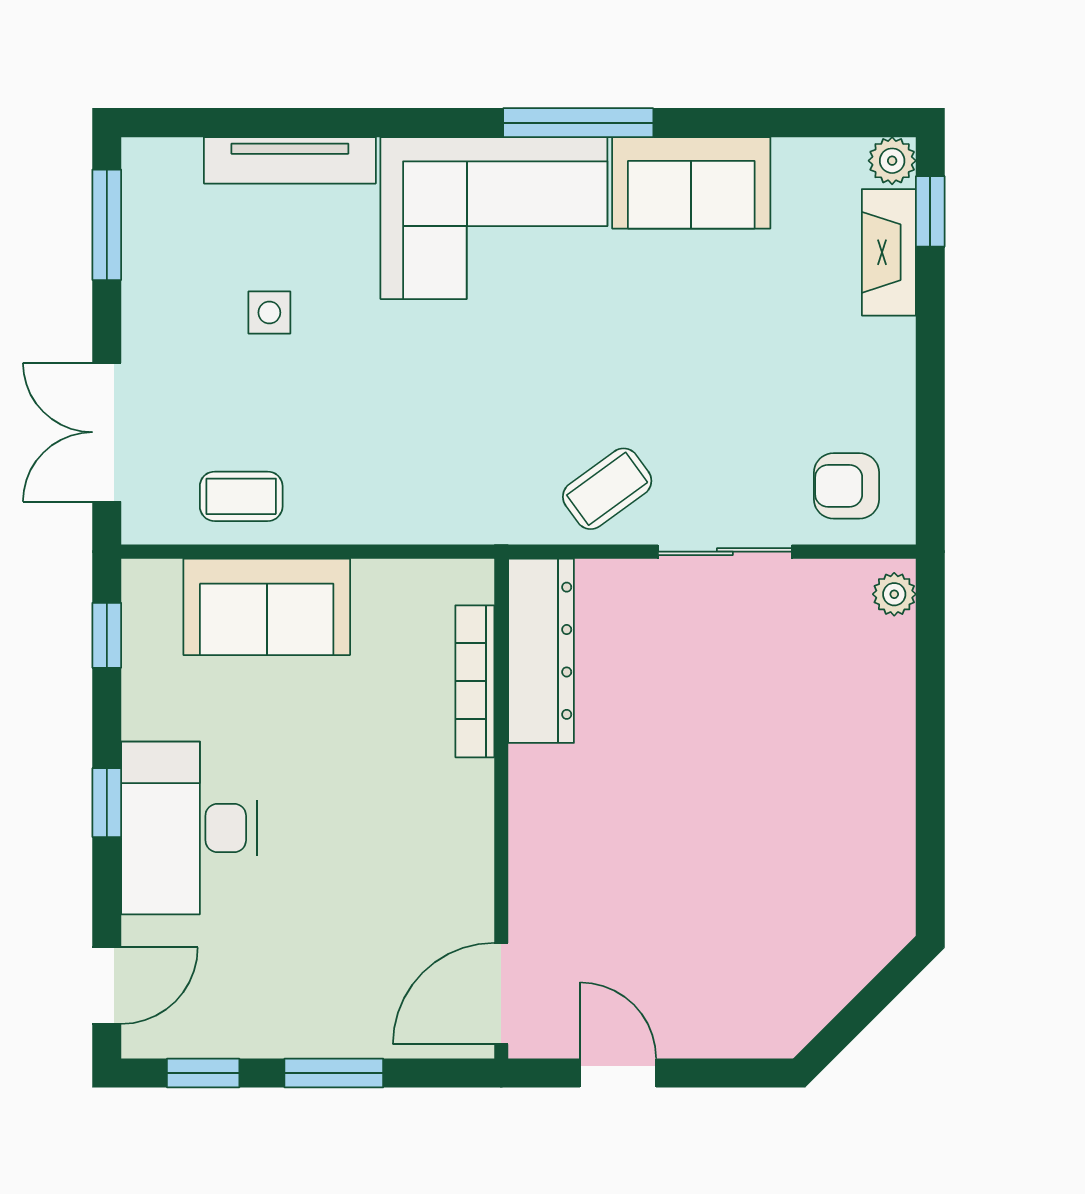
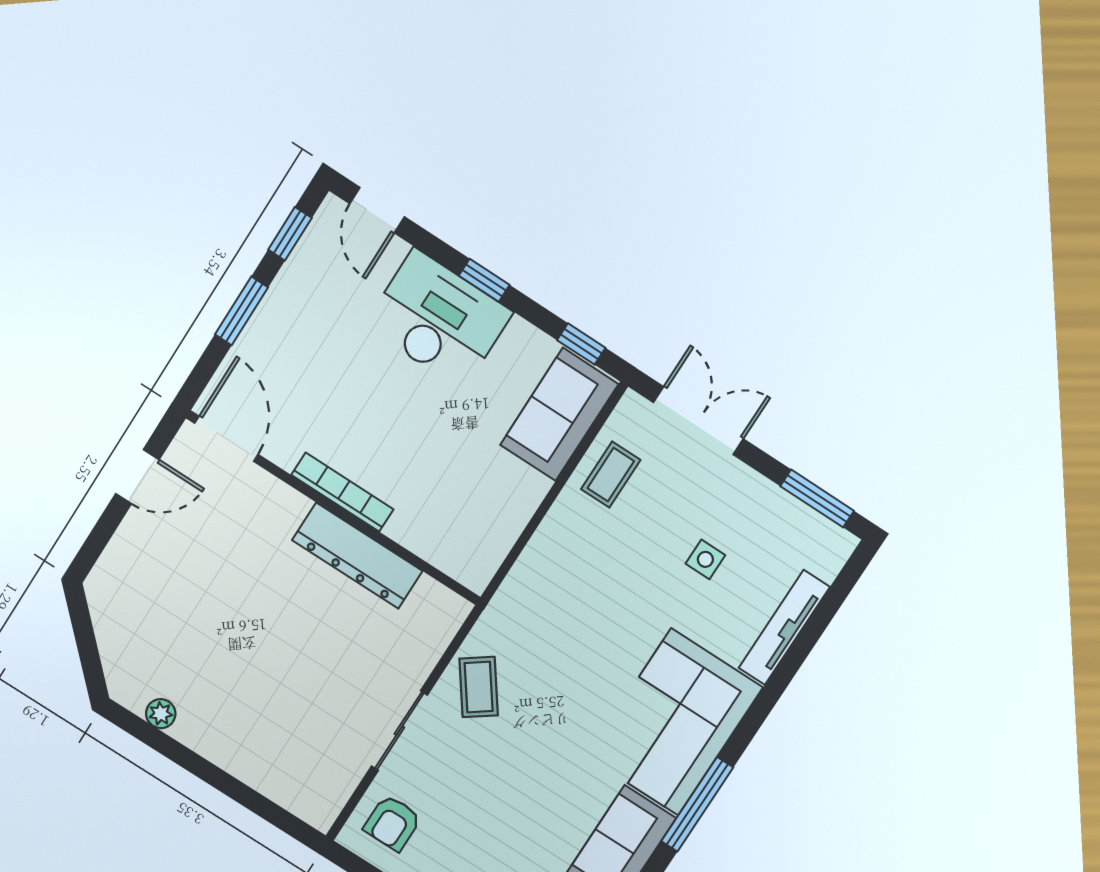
armchair: (846, 486) -> (392, 823), turned 180
plant: (894, 594) -> (161, 714), moved
sofa: (267, 607) -> (559, 414), moved
dresser: (541, 651) -> (357, 556), moved
bookcase: (475, 681) -> (342, 492), moved

